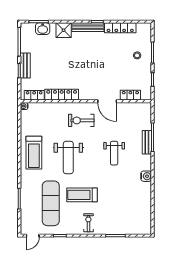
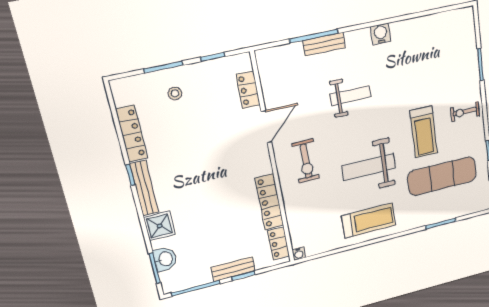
weight bench: (68, 158) -> (369, 167), turned 180

